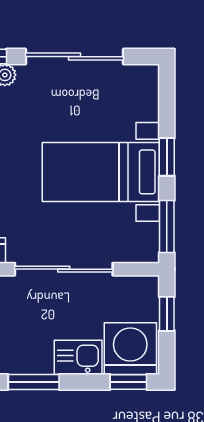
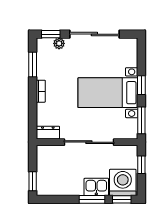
window: (34, 382) -> (92, 199), moved

